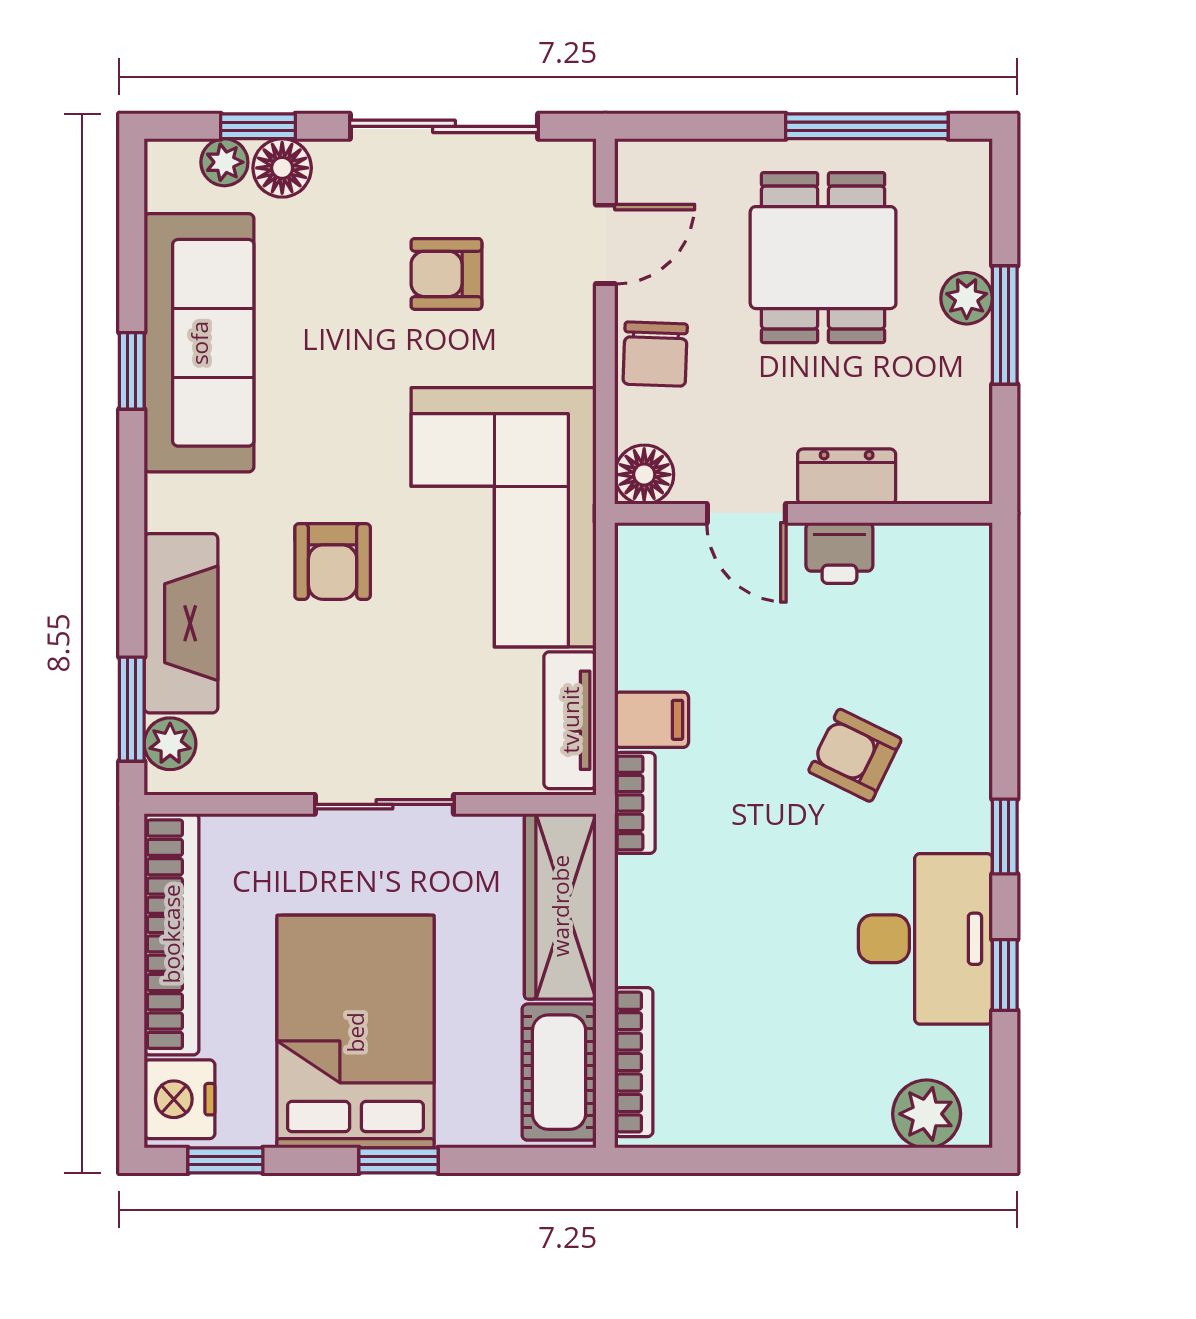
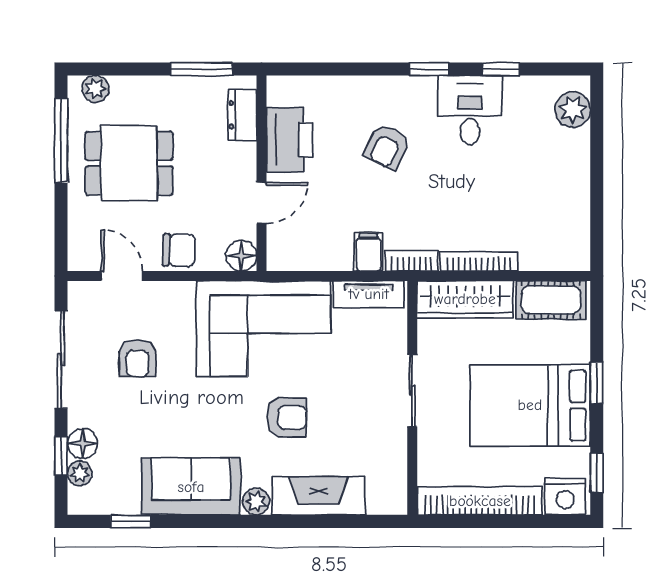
plant: (967, 298) -> (95, 89), moved
window: (1005, 325) -> (201, 69), moved
sofa: (199, 343) -> (191, 487), width x0.73
window: (132, 371) -> (131, 521), moved
dresser: (847, 476) -> (242, 115), moved
printer: (839, 553) -> (290, 140), width x1.87, depth x1.48
window: (132, 709) -> (363, 521), removed
plant: (170, 744) -> (256, 502), moved
desk: (925, 939) -> (470, 110), width x0.73
bookcase: (634, 1062) -> (479, 261), moved

